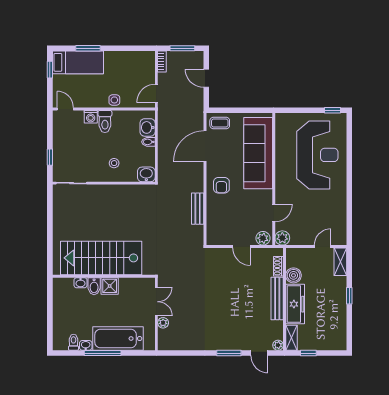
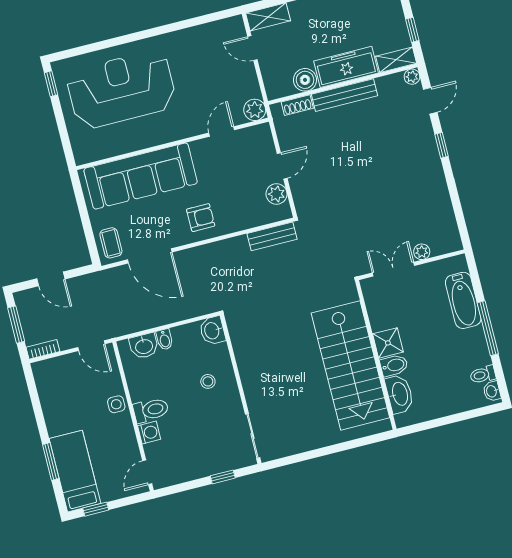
door: (206, 78) -> (51, 279), hinge flipped
bench: (198, 209) -> (272, 236), moved
door: (274, 213) -> (222, 131), hinge flipped
plant: (263, 238) -> (277, 194), moved
washbasin: (81, 283) -> (399, 394), width x1.91, depth x1.45
bathtub: (118, 339) -> (463, 300), width x0.73, depth x0.73
washbasin: (86, 345) -> (492, 391), moved
window: (229, 353) -> (441, 145), width x0.67

